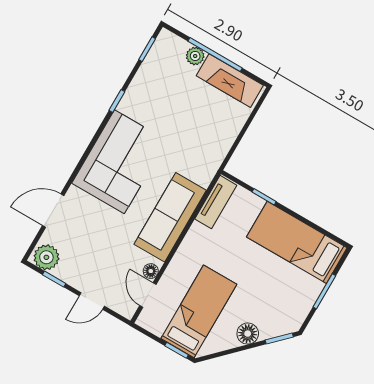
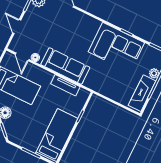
corner sofa: (119, 162) -> (116, 47), moved
tv unit: (216, 202) -> (65, 85), moved
door: (148, 295) -> (22, 57), swing flipped

